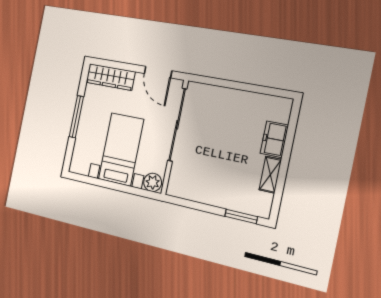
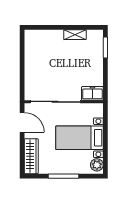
door: (158, 72) -> (22, 122), hinge flipped
freezer: (274, 139) -> (92, 93), moved, turned 180
plant: (153, 182) -> (97, 165), moved

